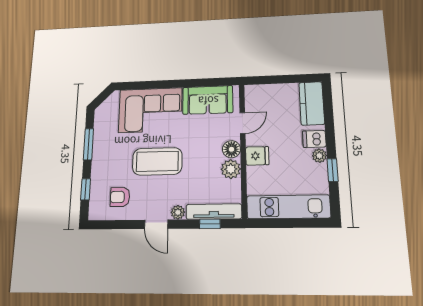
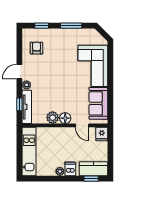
fridge: (257, 156) -> (102, 134), moved
coffee table: (157, 161) -> (59, 71), removed
window: (332, 170) -> (91, 179), moved

